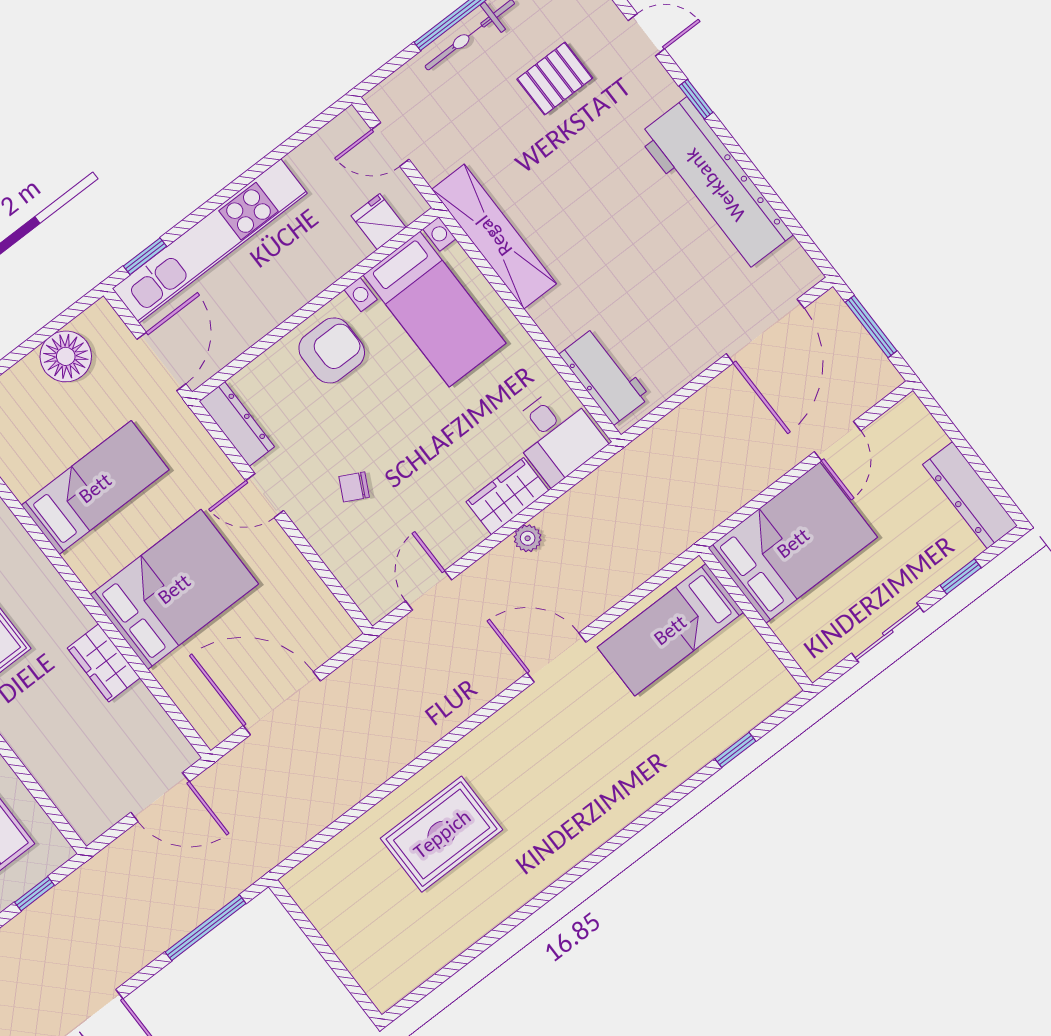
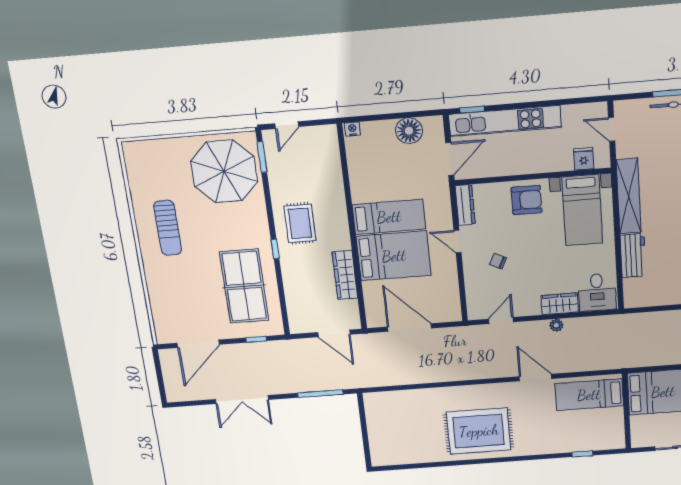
workbench: (605, 376) -> (633, 256), moved
bed: (95, 488) -> (389, 217), moved
wardrobe: (104, 663) -> (345, 275), width x1.50
rug: (442, 834) -> (479, 431), moved, width x1.37, depth x1.44

